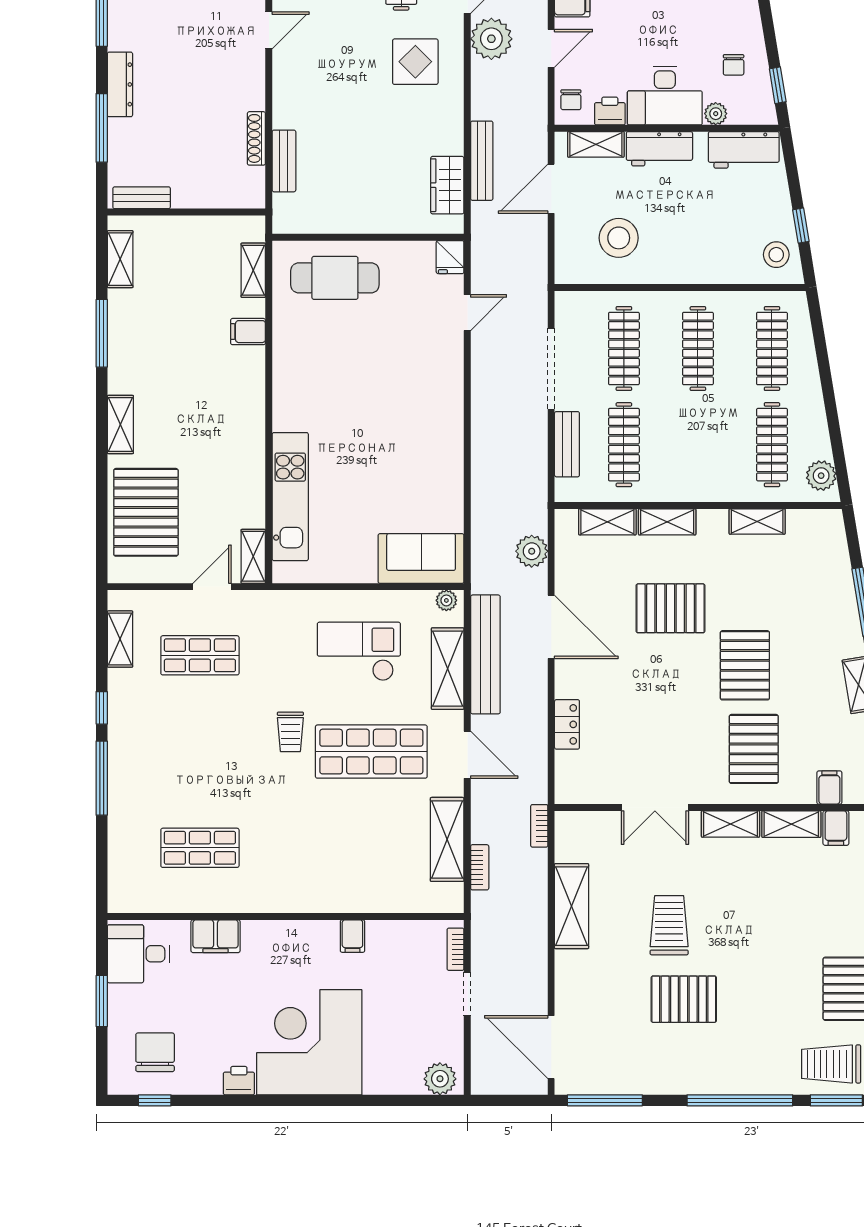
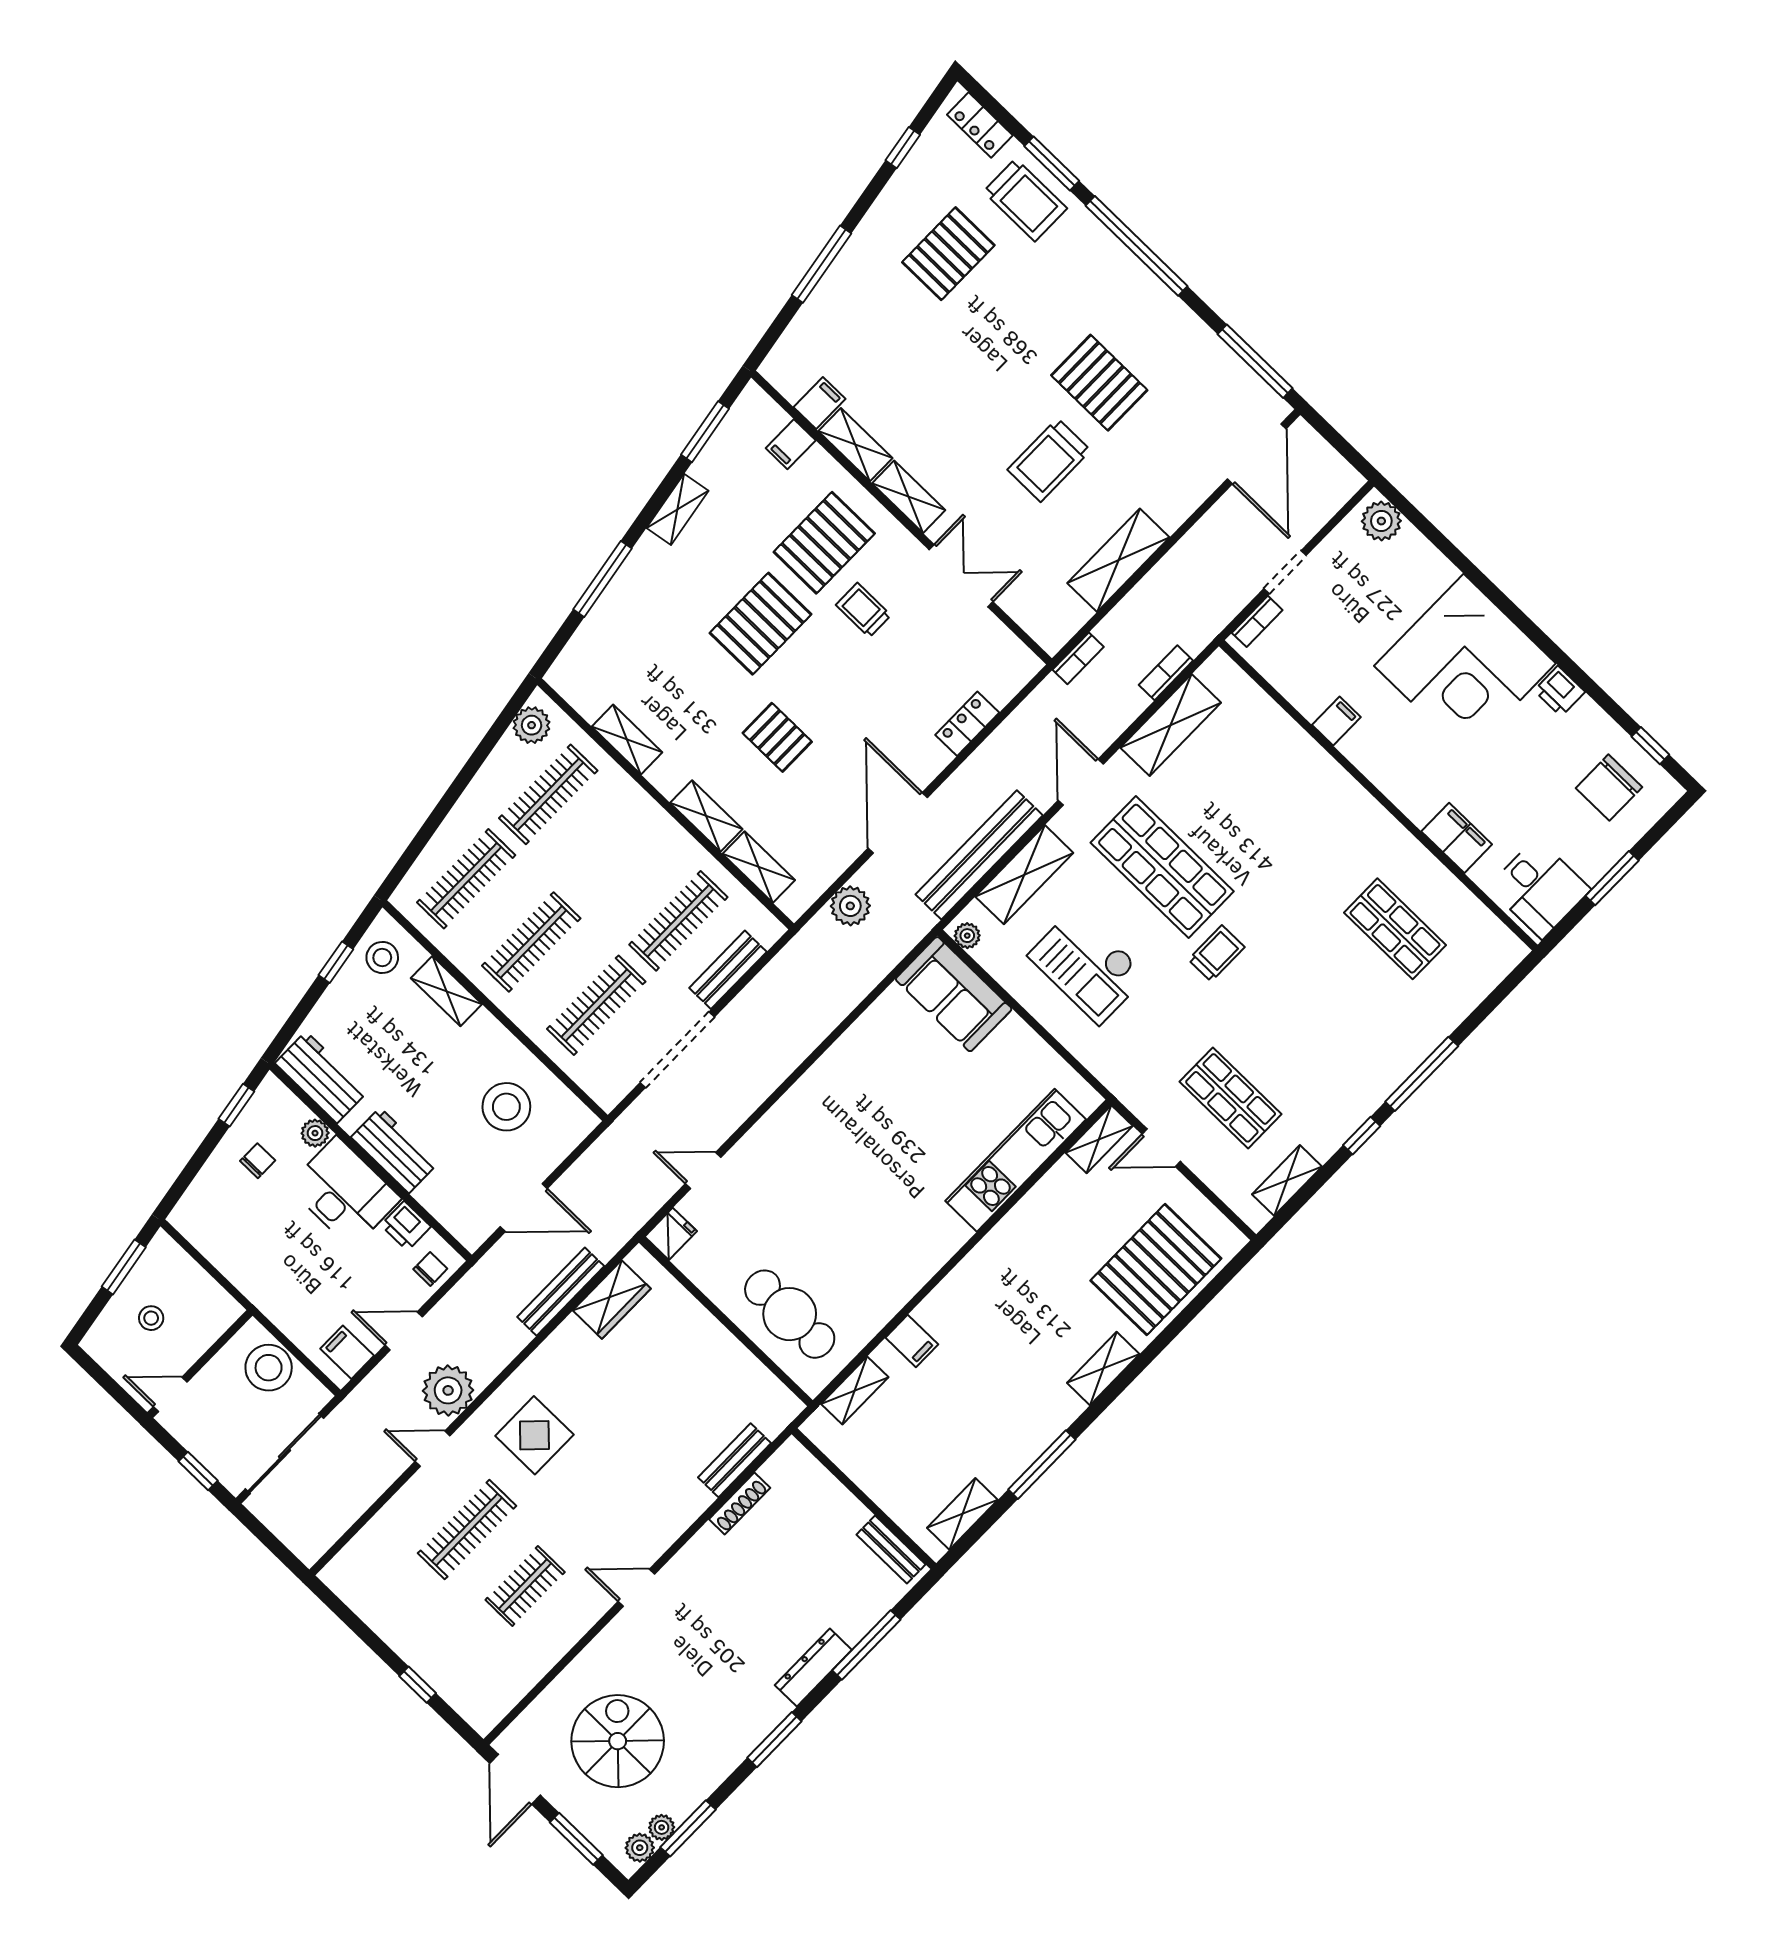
shelving: (596, 144) -> (446, 991), moved
pallet: (670, 608) -> (777, 737), width x0.67, depth x0.71
trolley: (692, 732) -> (863, 610), added

